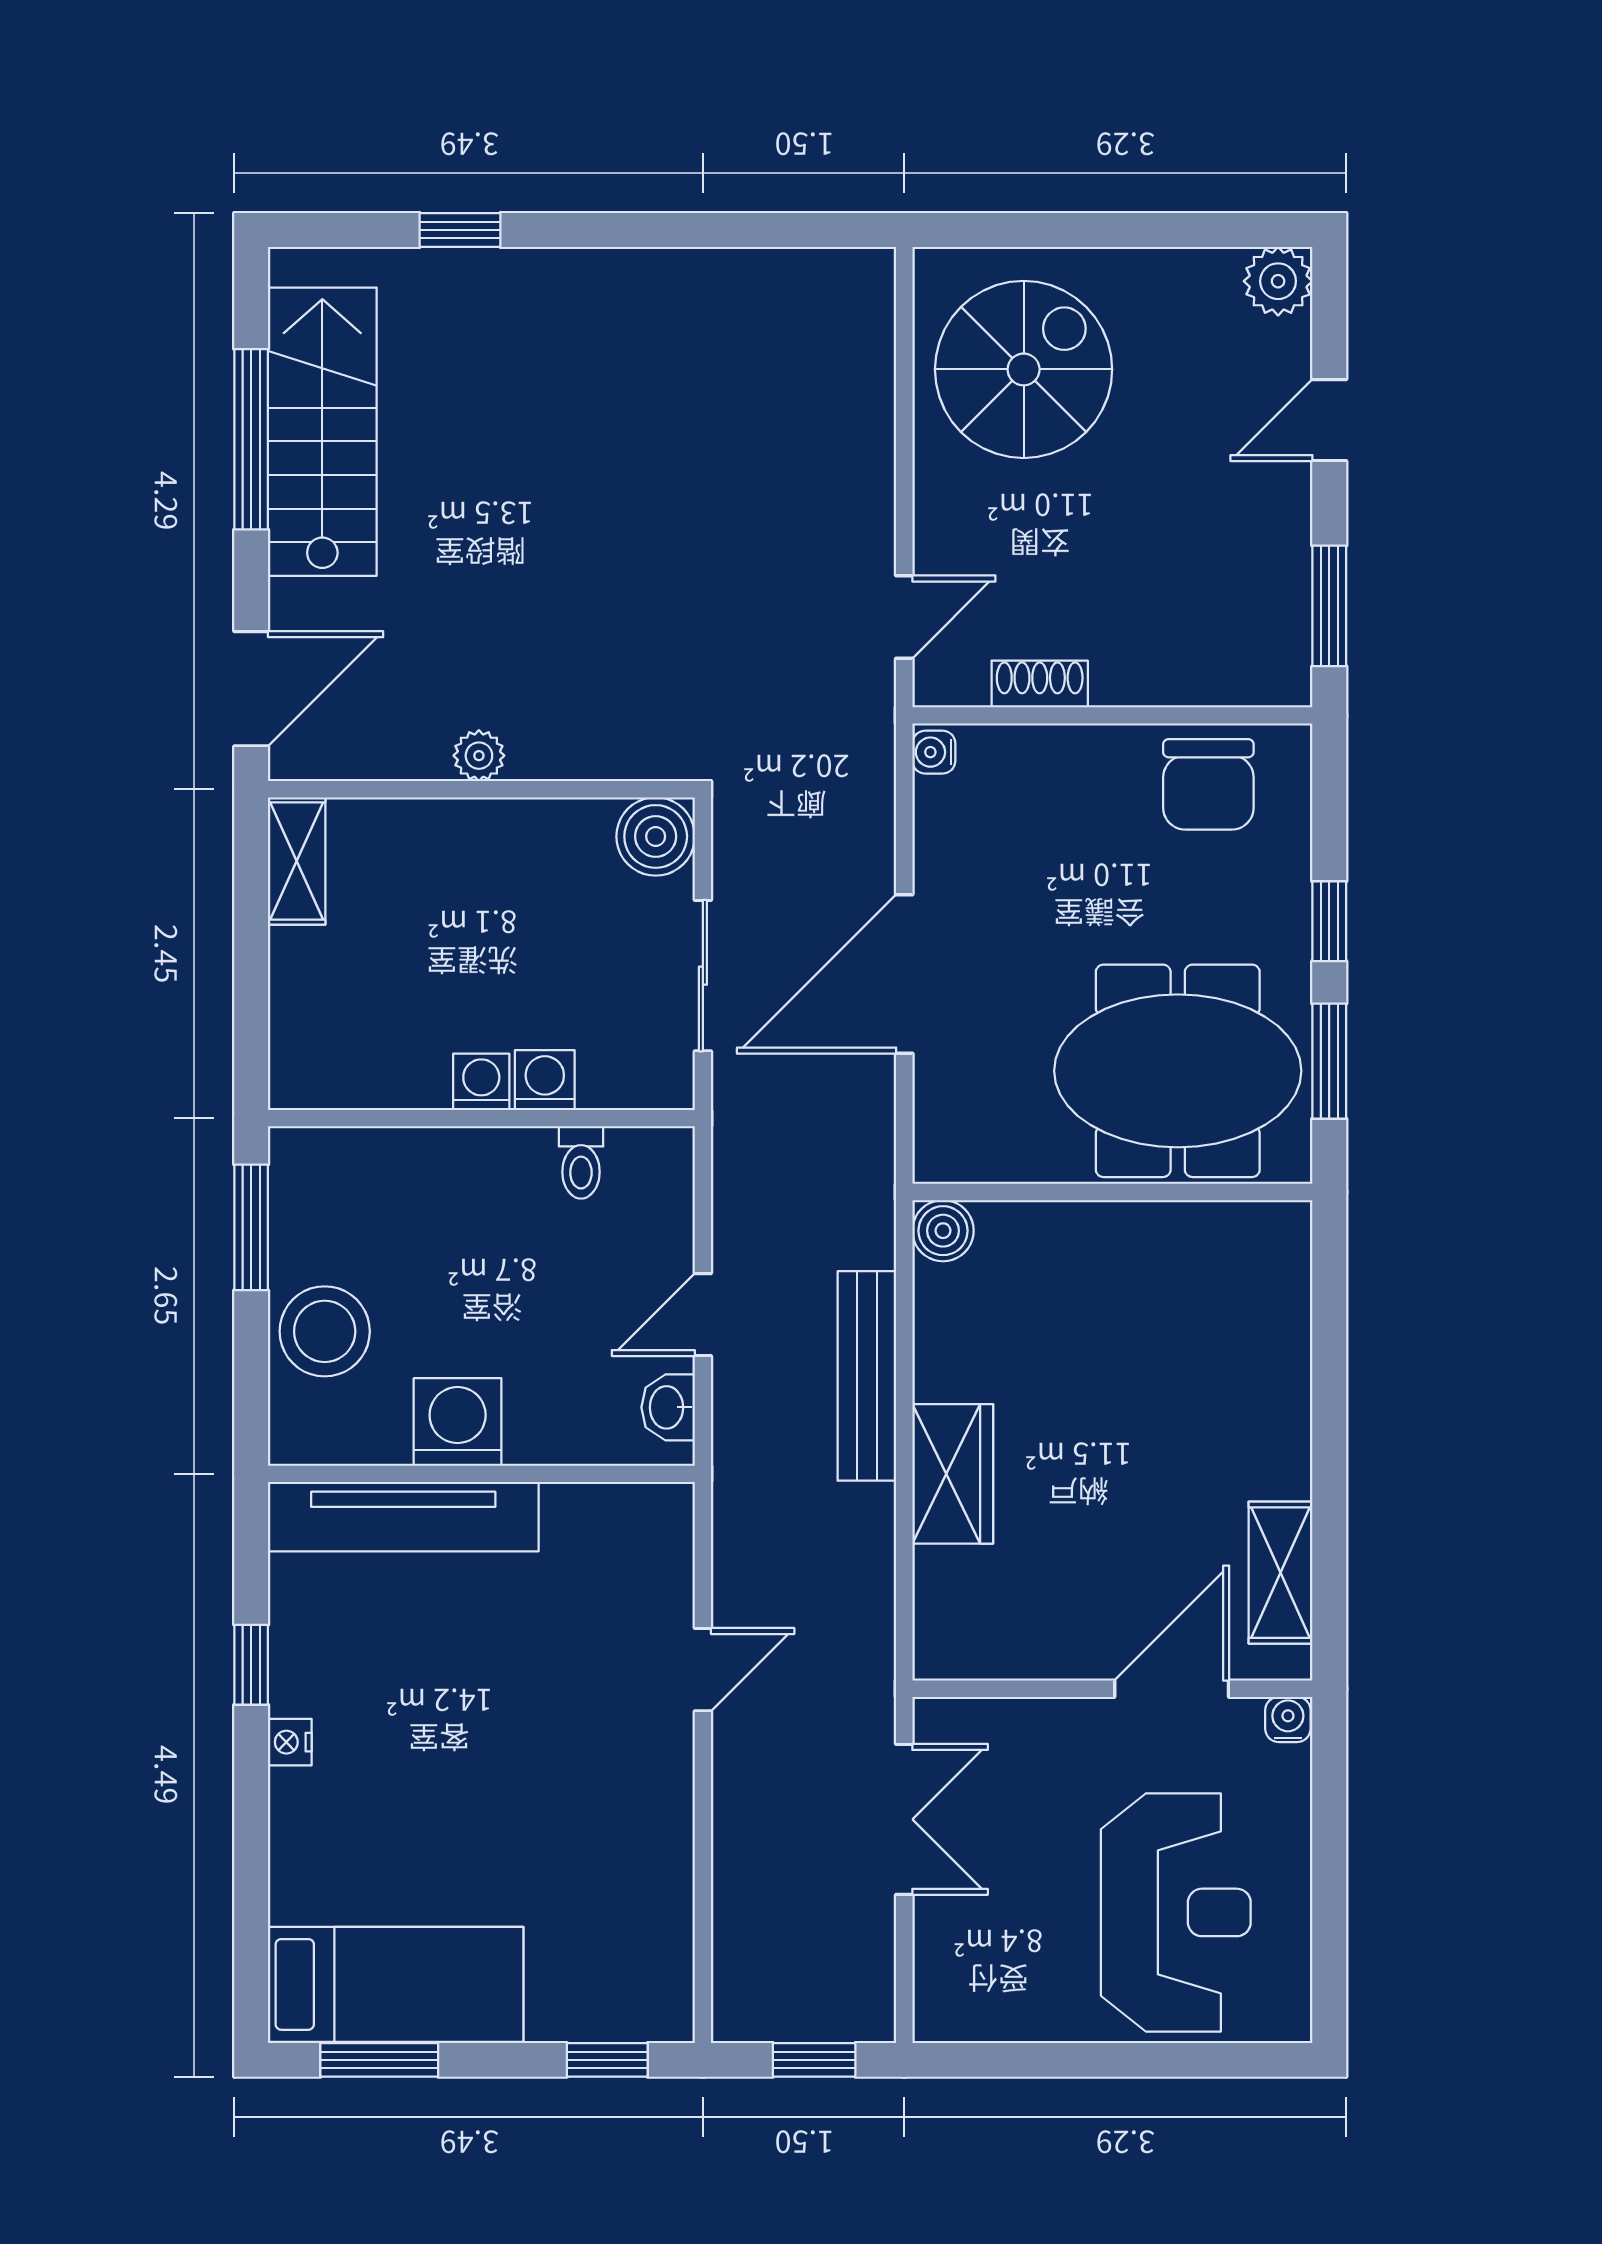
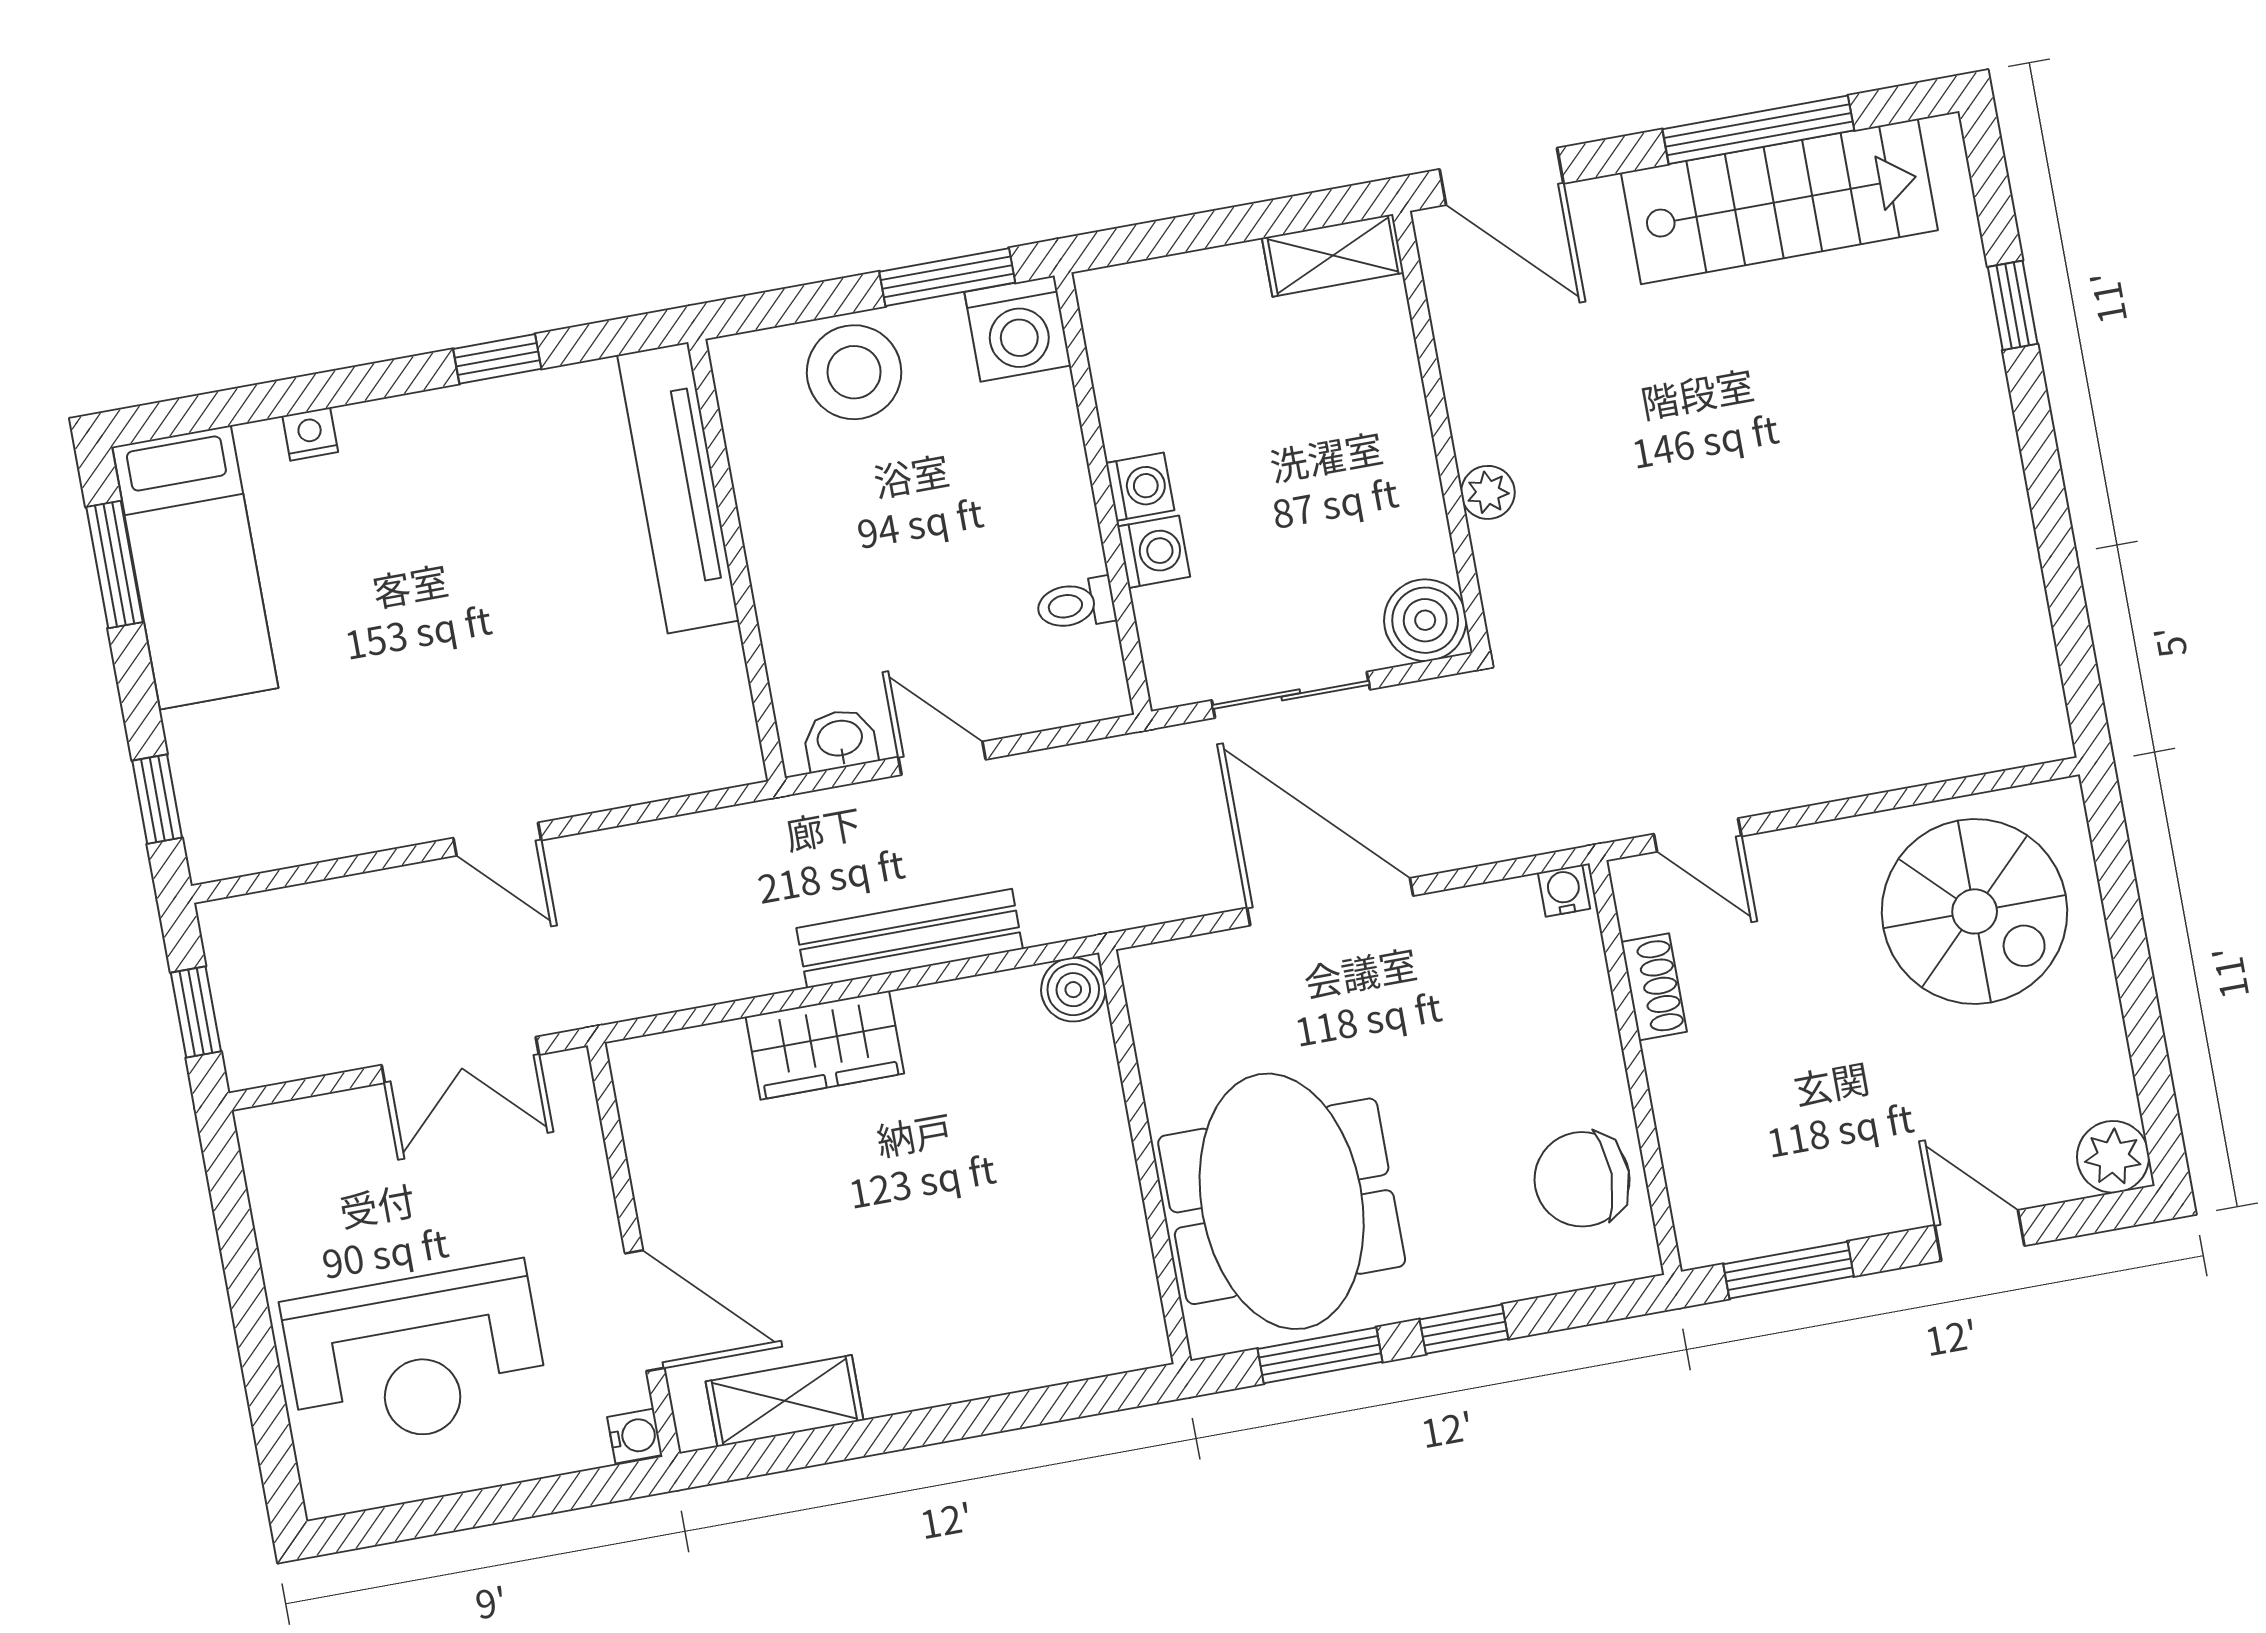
plant: (479, 756) -> (1488, 492), moved
washing machine: (458, 1422) -> (1018, 329), moved, turned 90
door: (703, 1670) -> (497, 839), moved
nightstand: (290, 1742) -> (310, 434), moved

